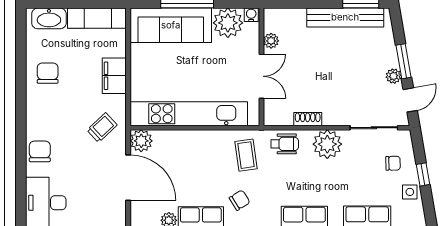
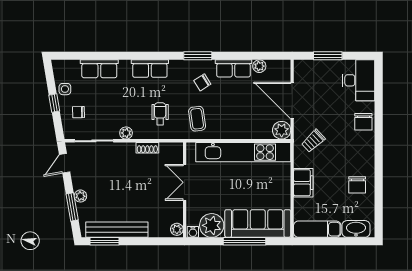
plant: (271, 41) -> (177, 229), moved
window: (404, 61) -> (72, 207), moved
plant: (393, 76) -> (80, 196), moved
wheelchair: (285, 144) -> (160, 114), moved, turned 90
plant: (327, 144) -> (126, 133), width x0.53, depth x0.53

